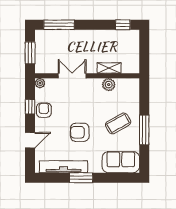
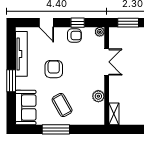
shelving: (109, 68) -> (114, 114), moved
window: (81, 178) -> (11, 81), moved

